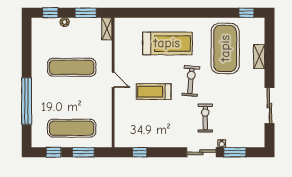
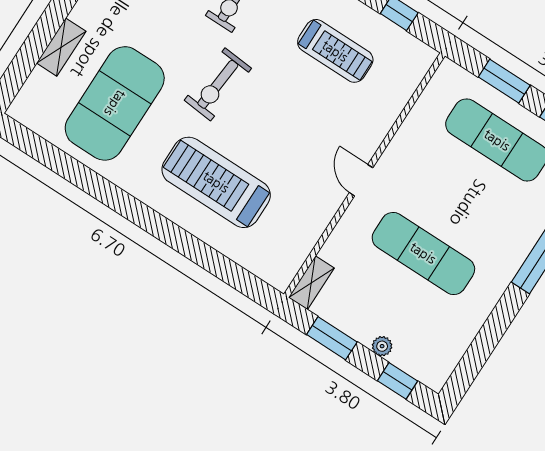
window: (246, 13) -> (32, 144), removed
treadmill: (154, 92) -> (335, 51), moved

